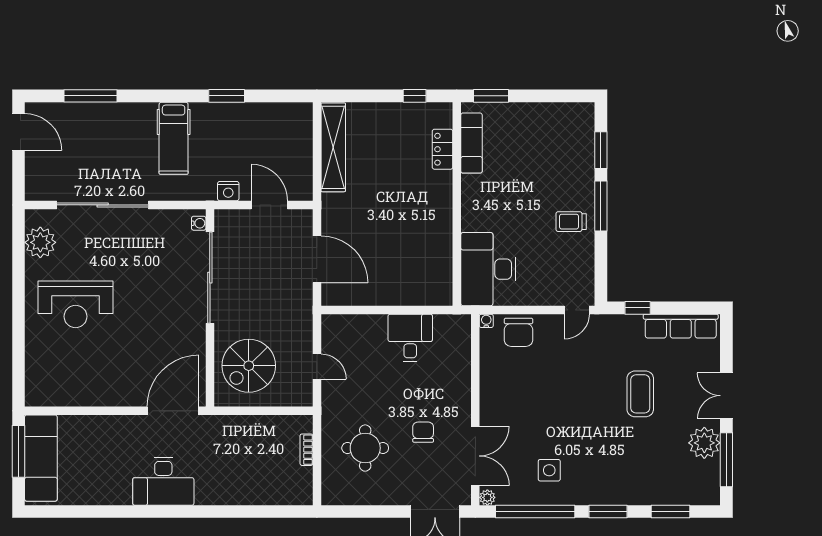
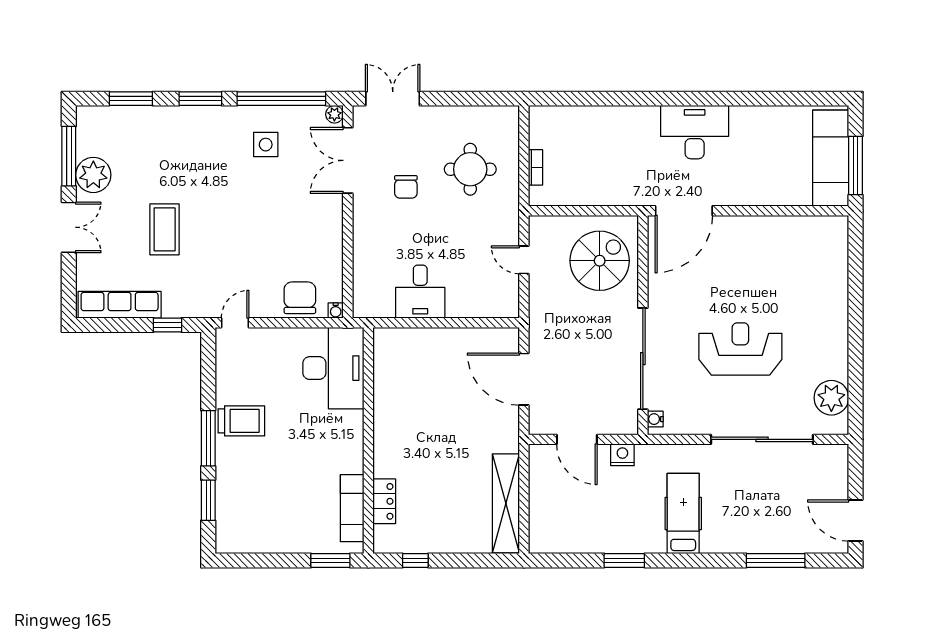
trolley: (571, 222) -> (241, 421), width x1.36, depth x1.39
reception desk: (75, 304) -> (740, 349), moved

